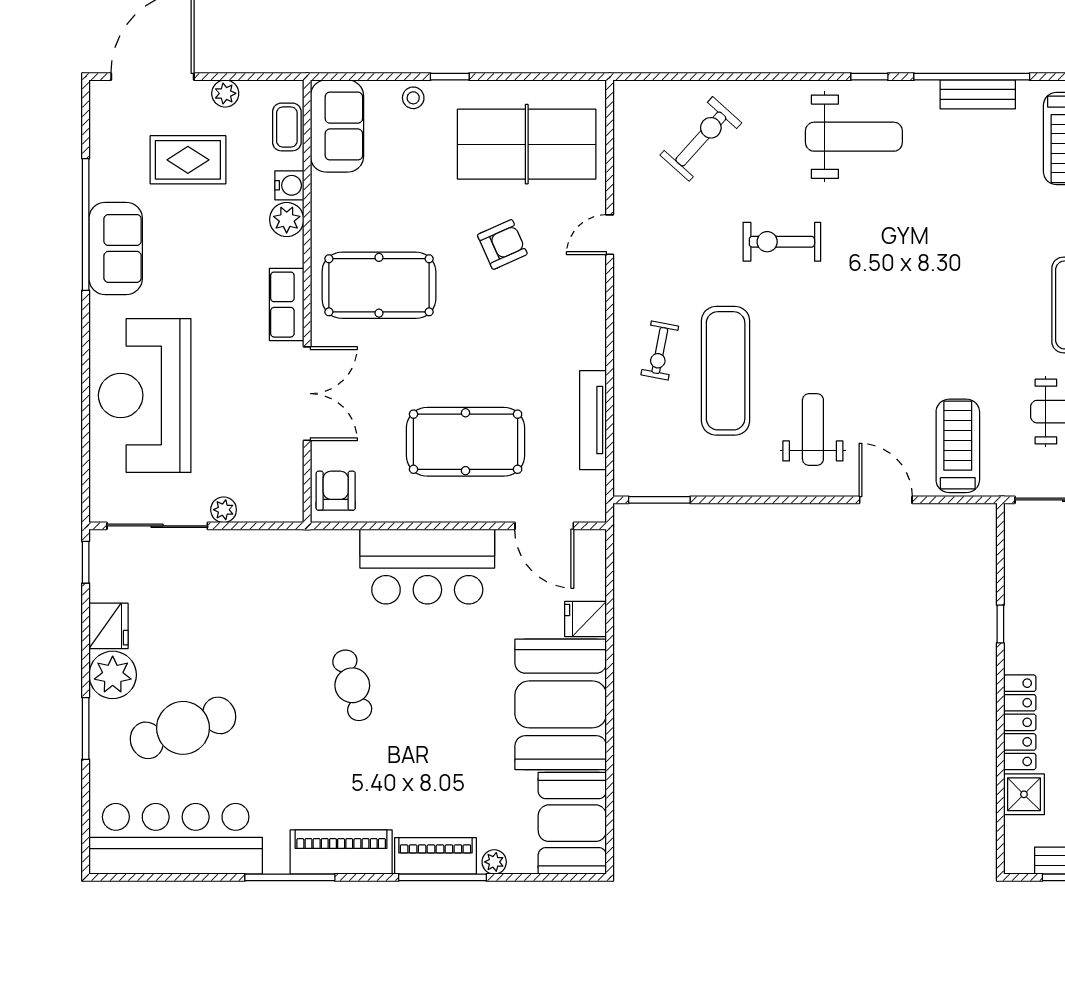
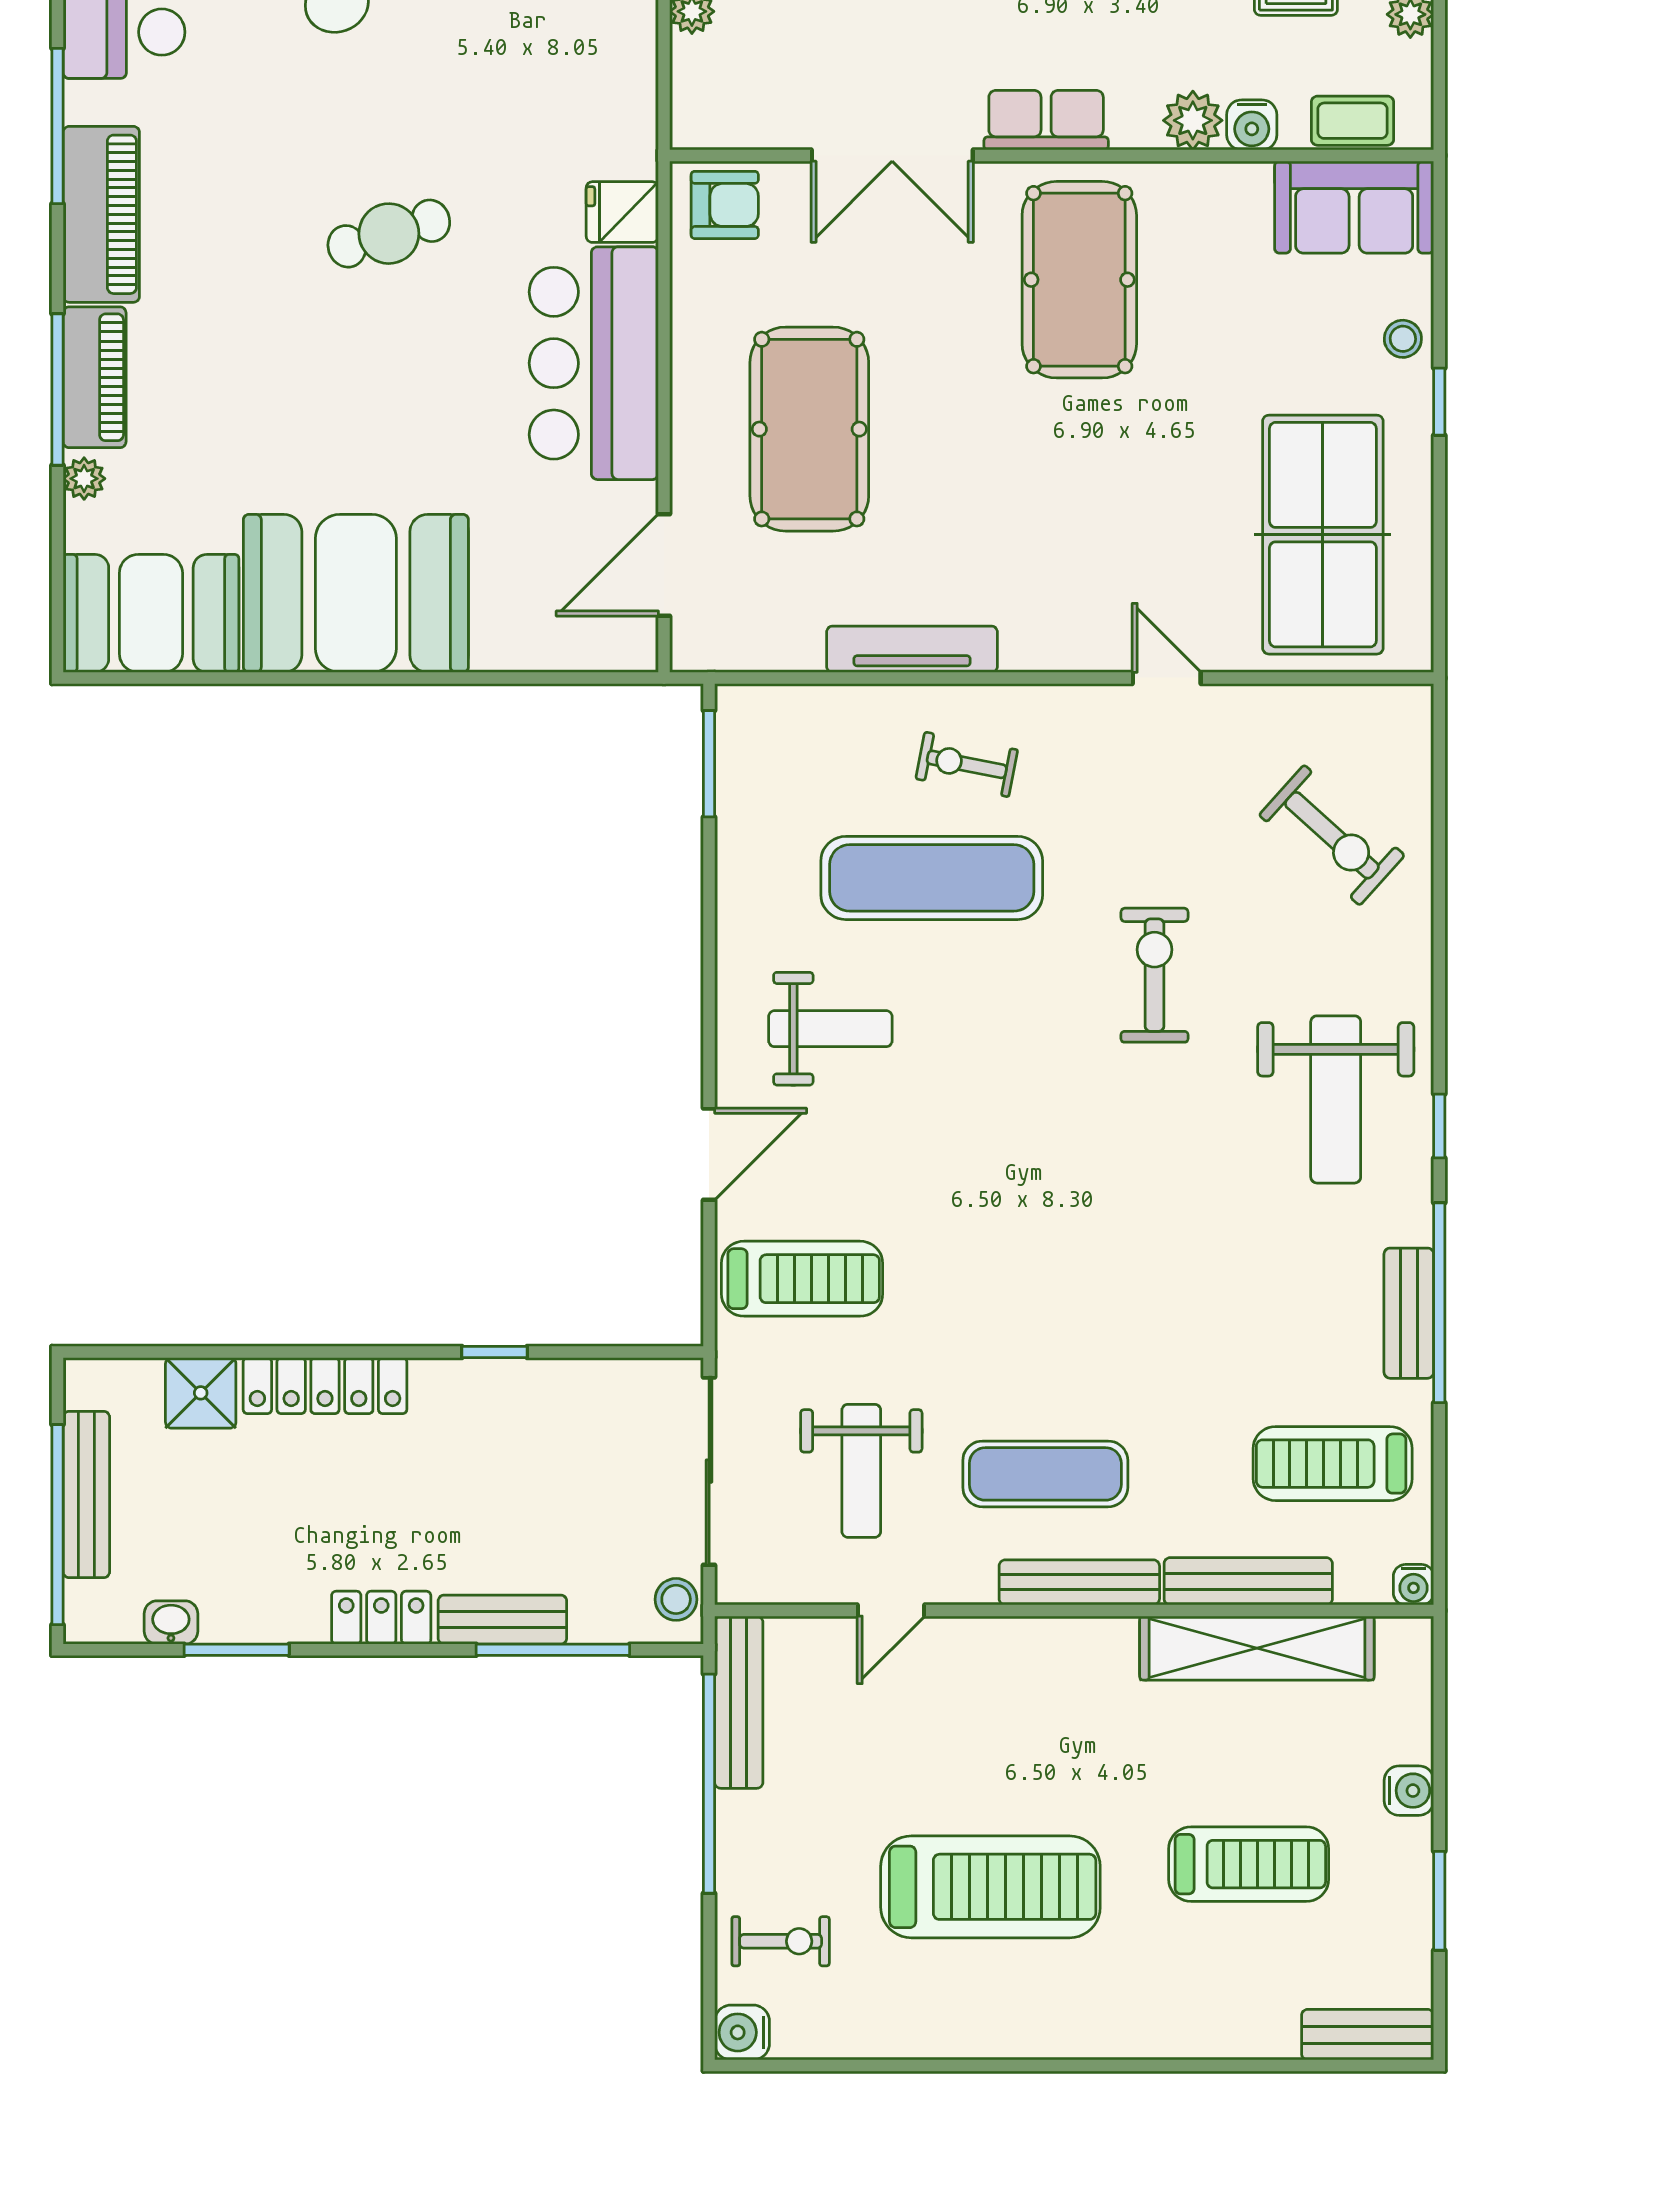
armchair: (502, 244) -> (1150, 493), removed
tv unit: (593, 420) -> (912, 649), moved
fridge: (586, 619) -> (622, 212), moved, turned -90

